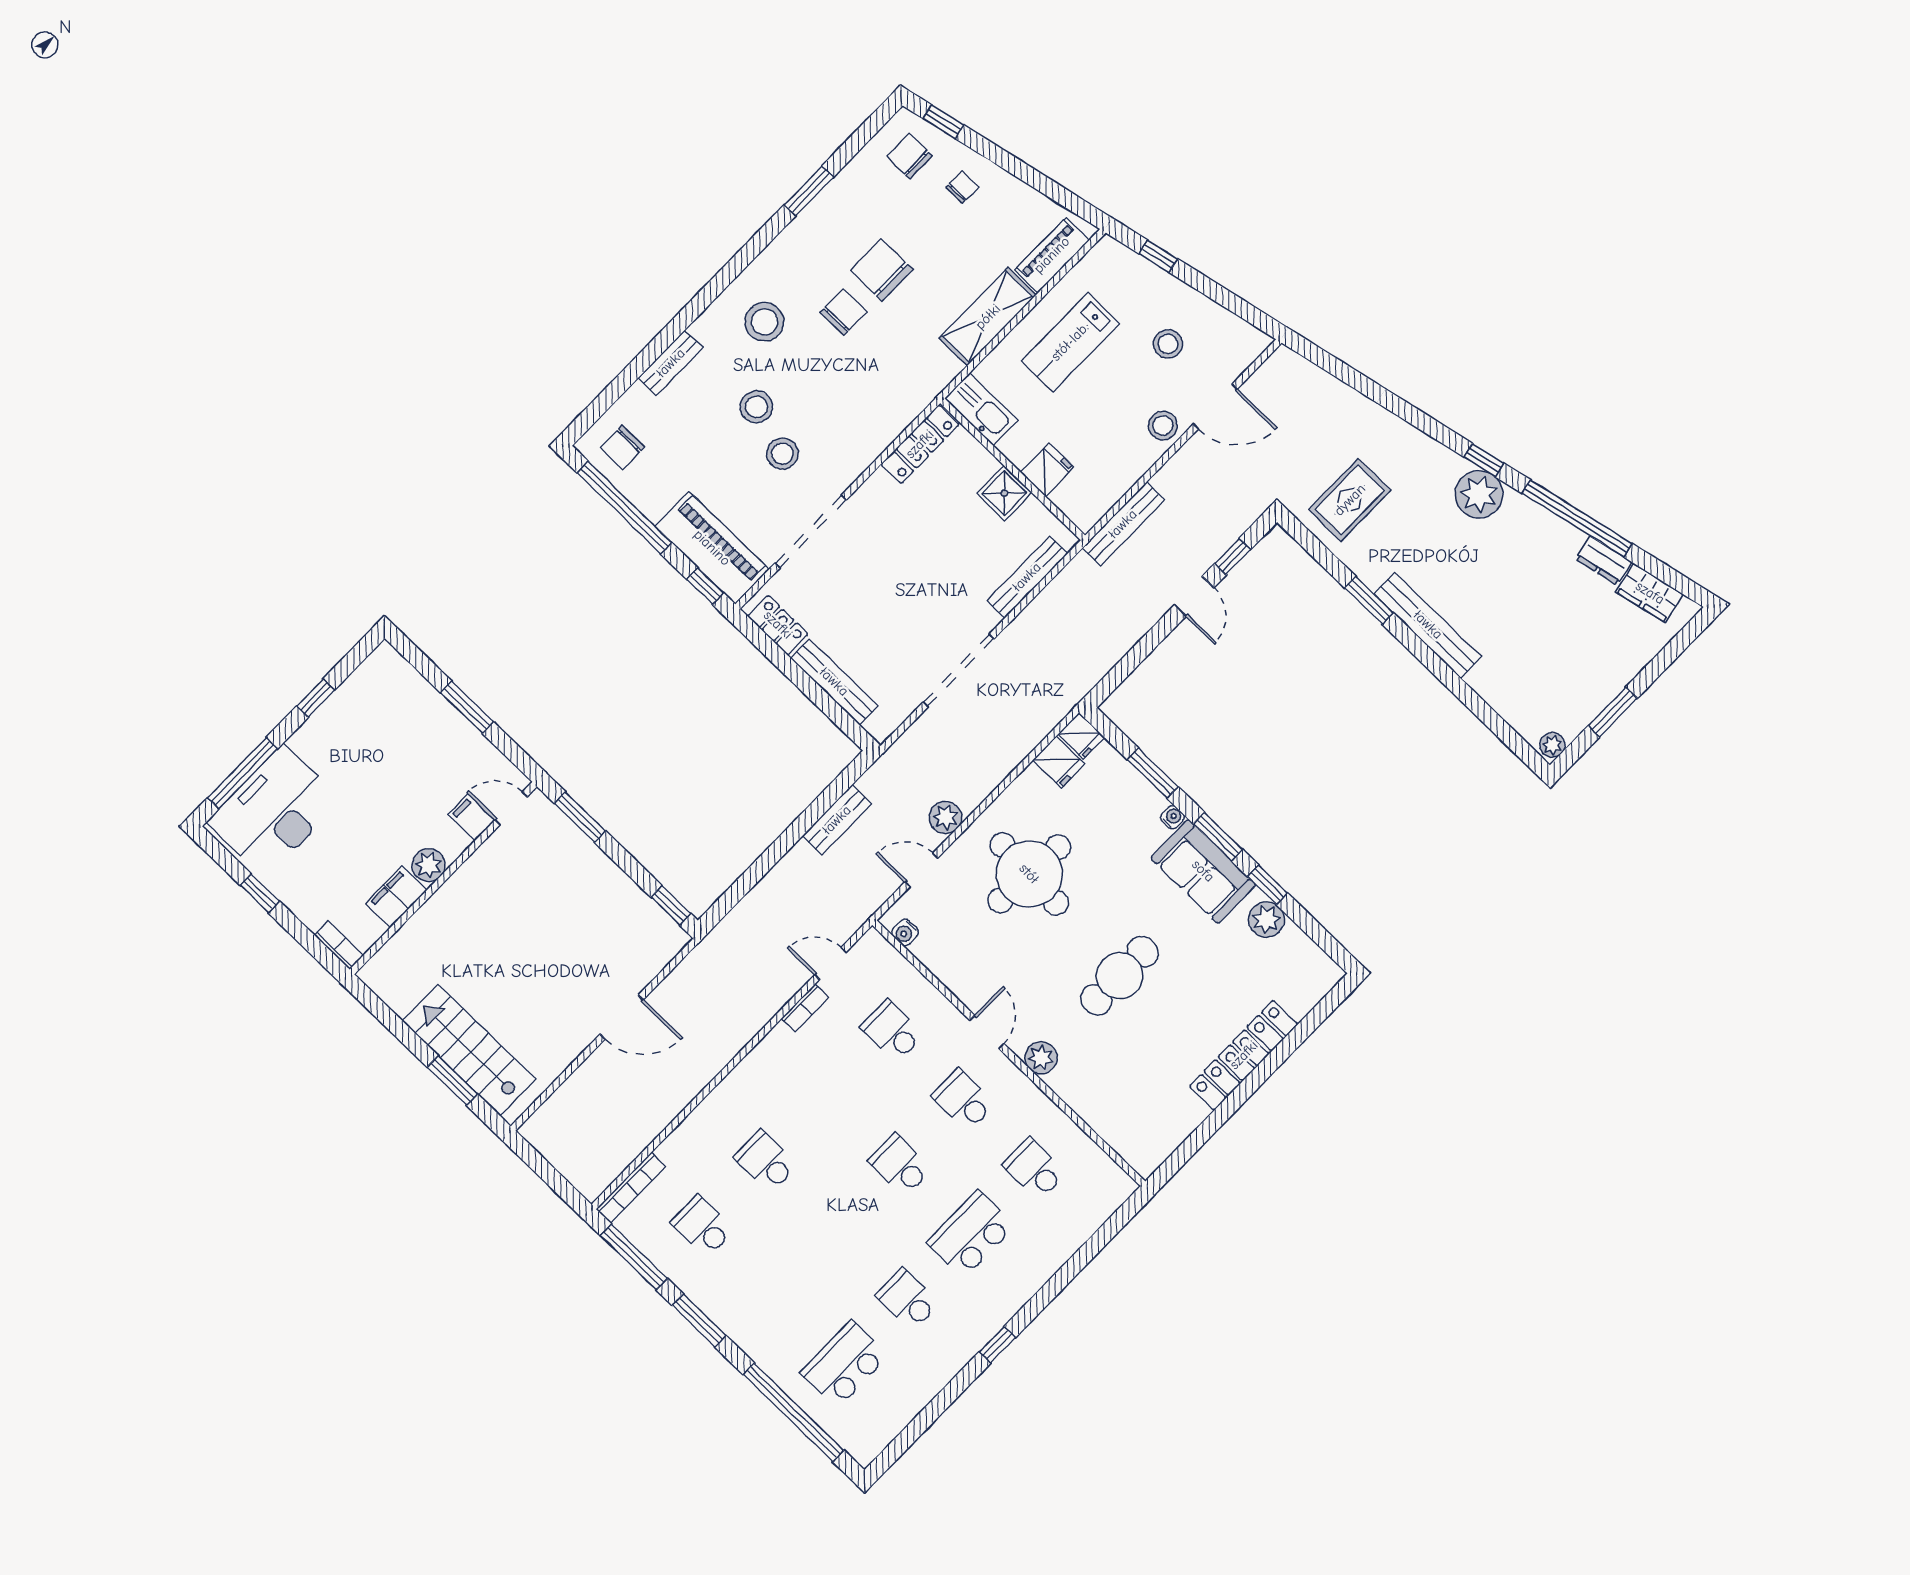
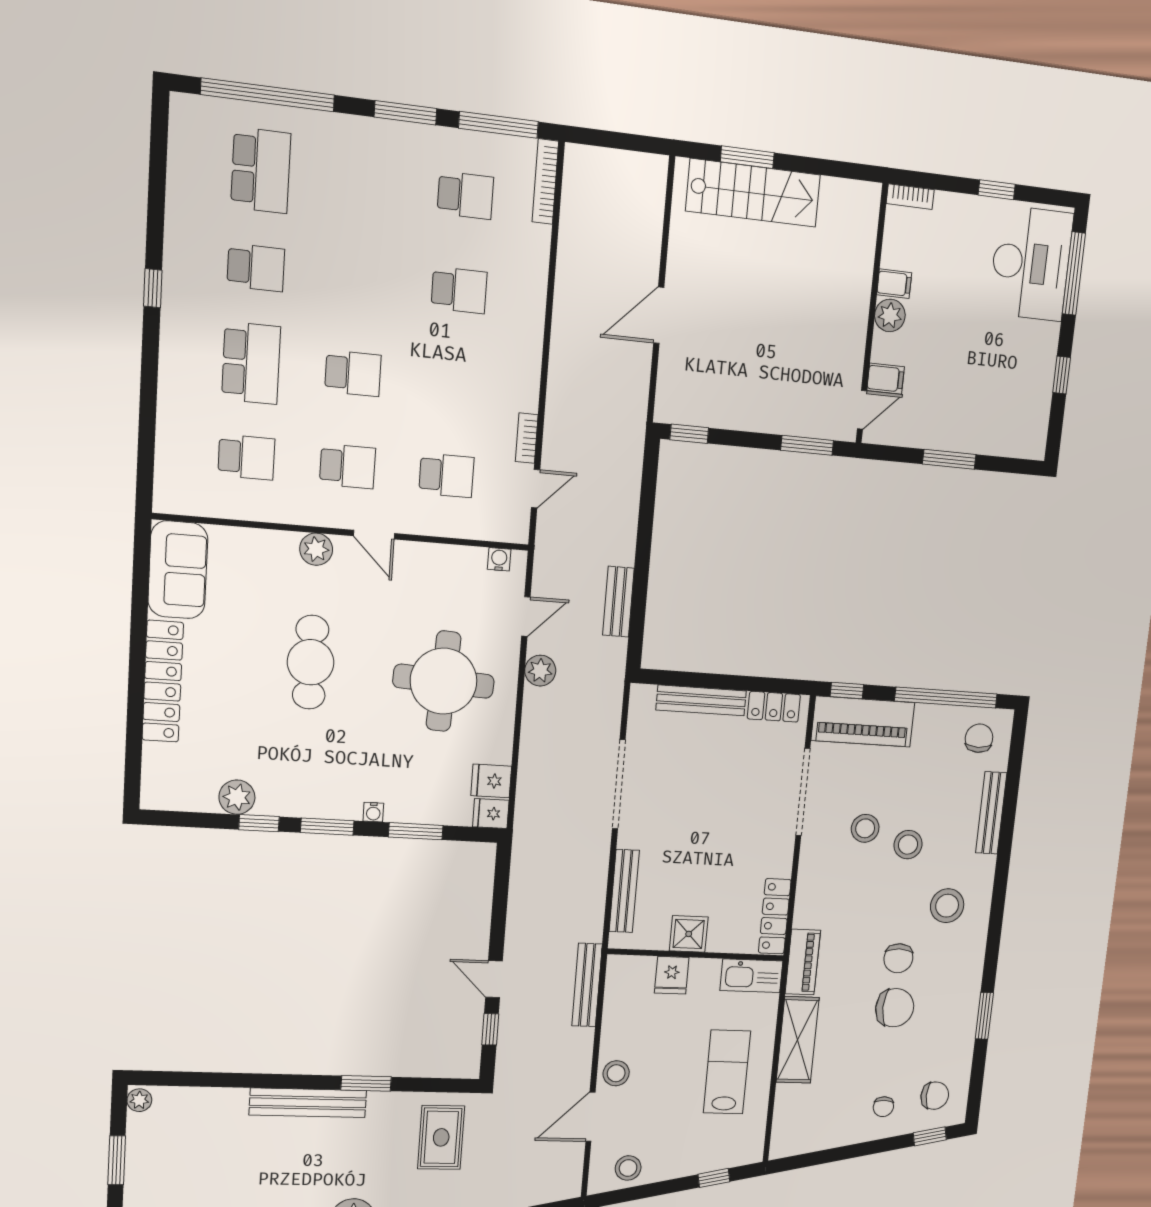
piano: (1052, 255) -> (803, 962), moved
stool: (1168, 344) -> (628, 1168), moved
bench: (671, 363) -> (991, 813), width x1.36
sofa: (1203, 871) -> (178, 570), moved, turned 90
filing cabinet: (396, 897) -> (894, 284), width x0.50

